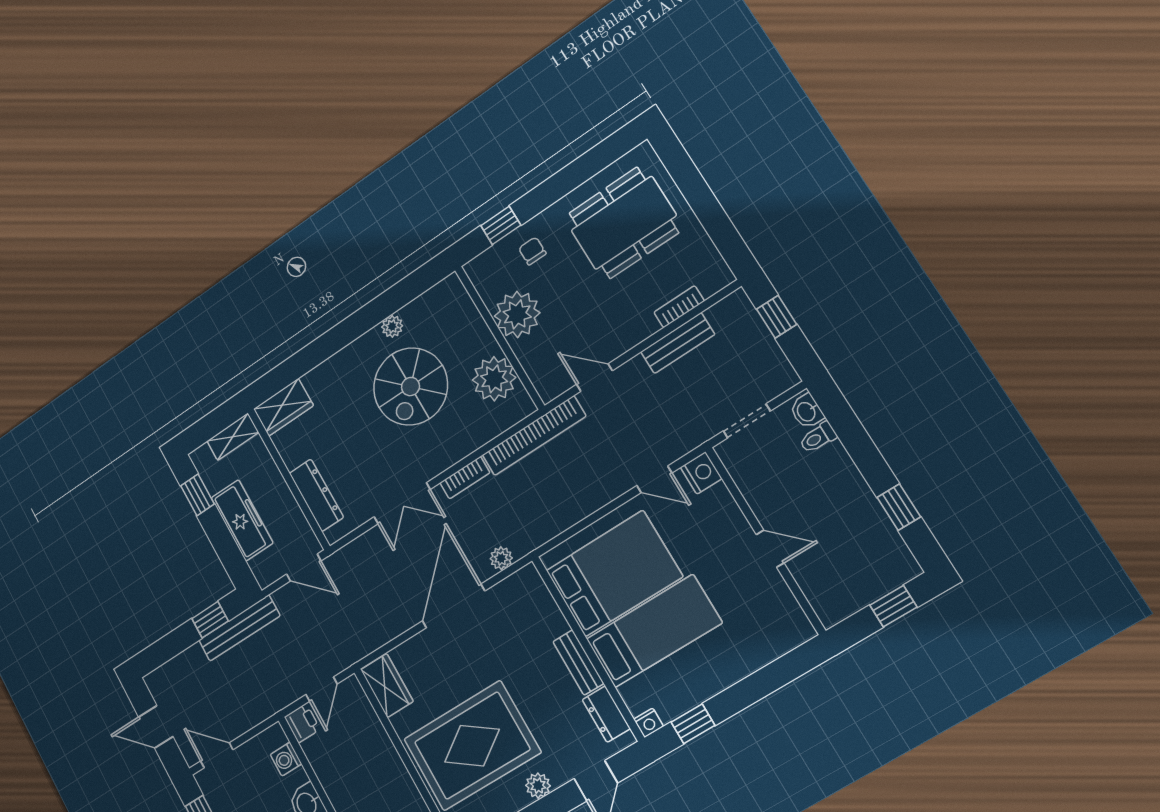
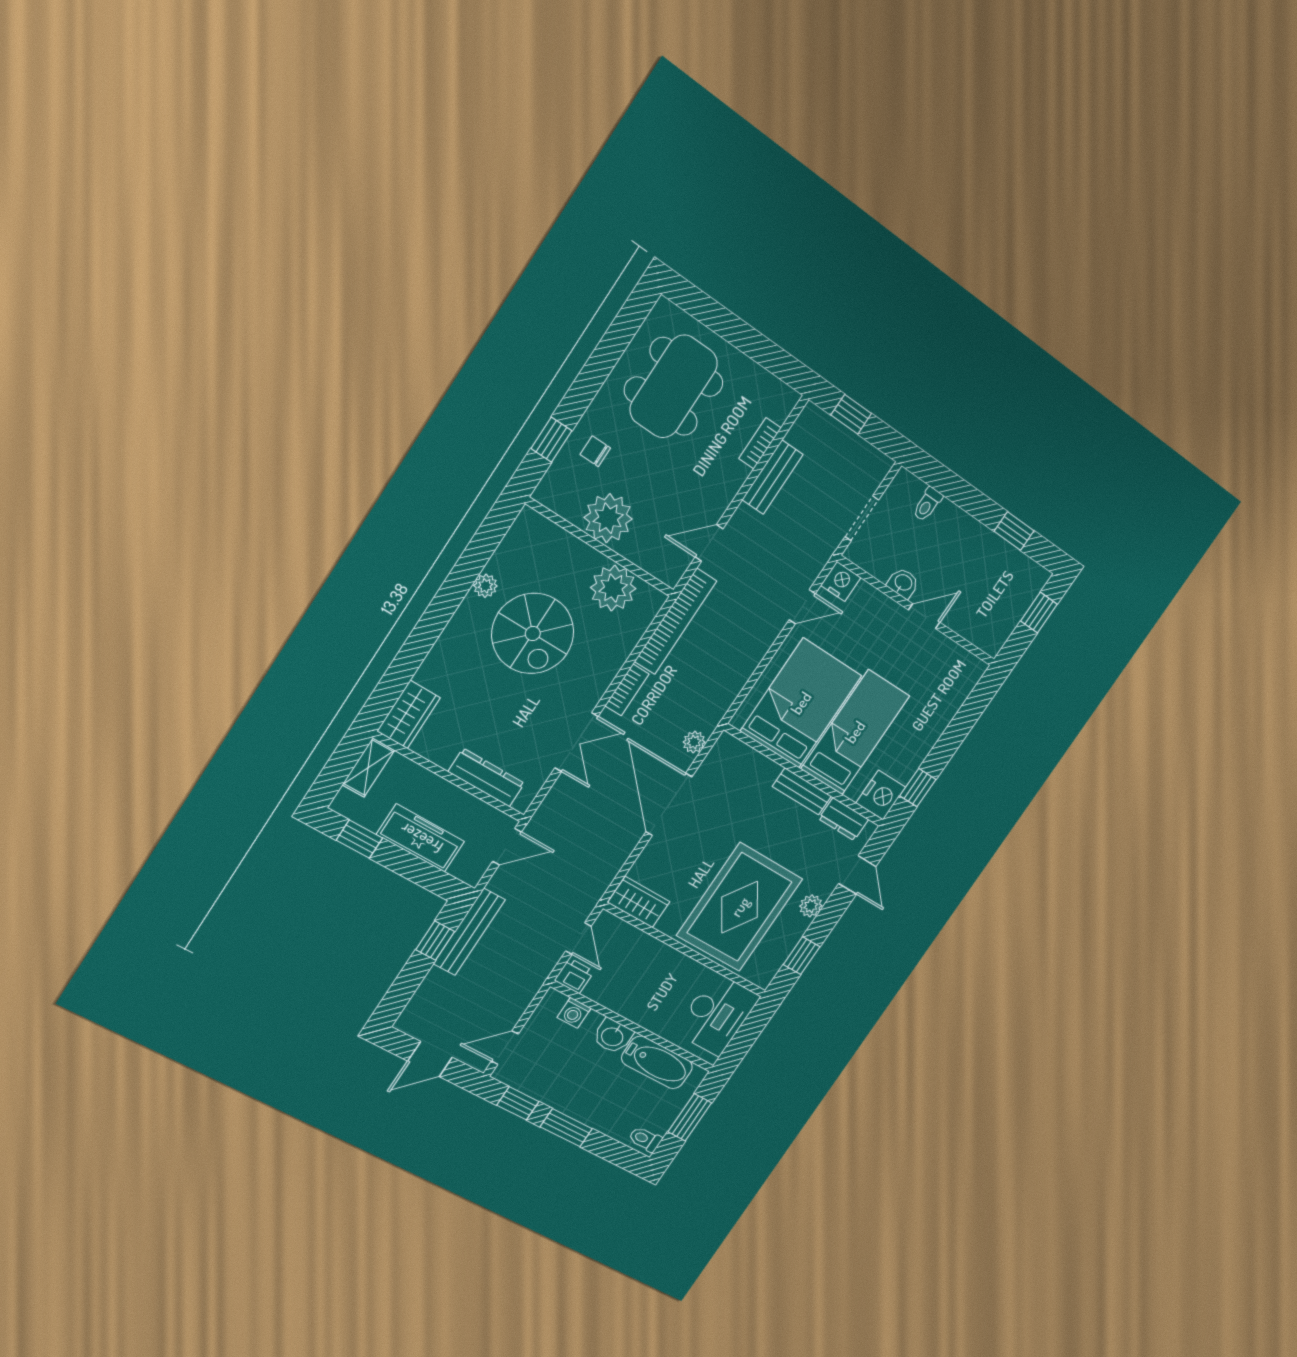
washbasin: (807, 411) -> (903, 583), moved, turned 180
nightstand: (648, 723) -> (881, 795), width x1.89, depth x1.79

